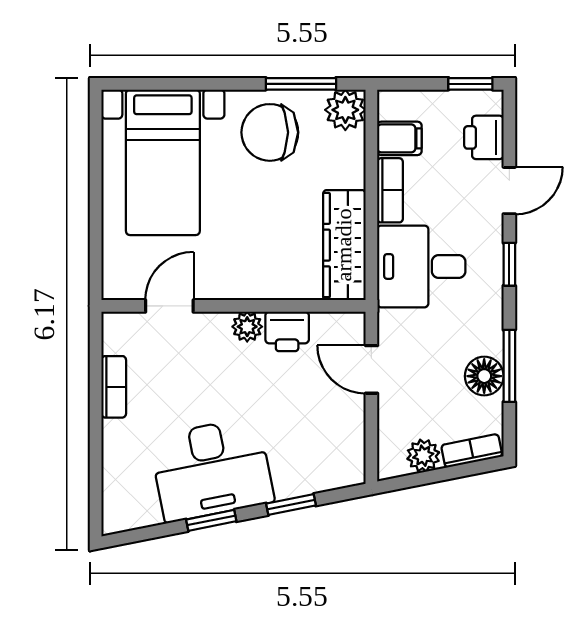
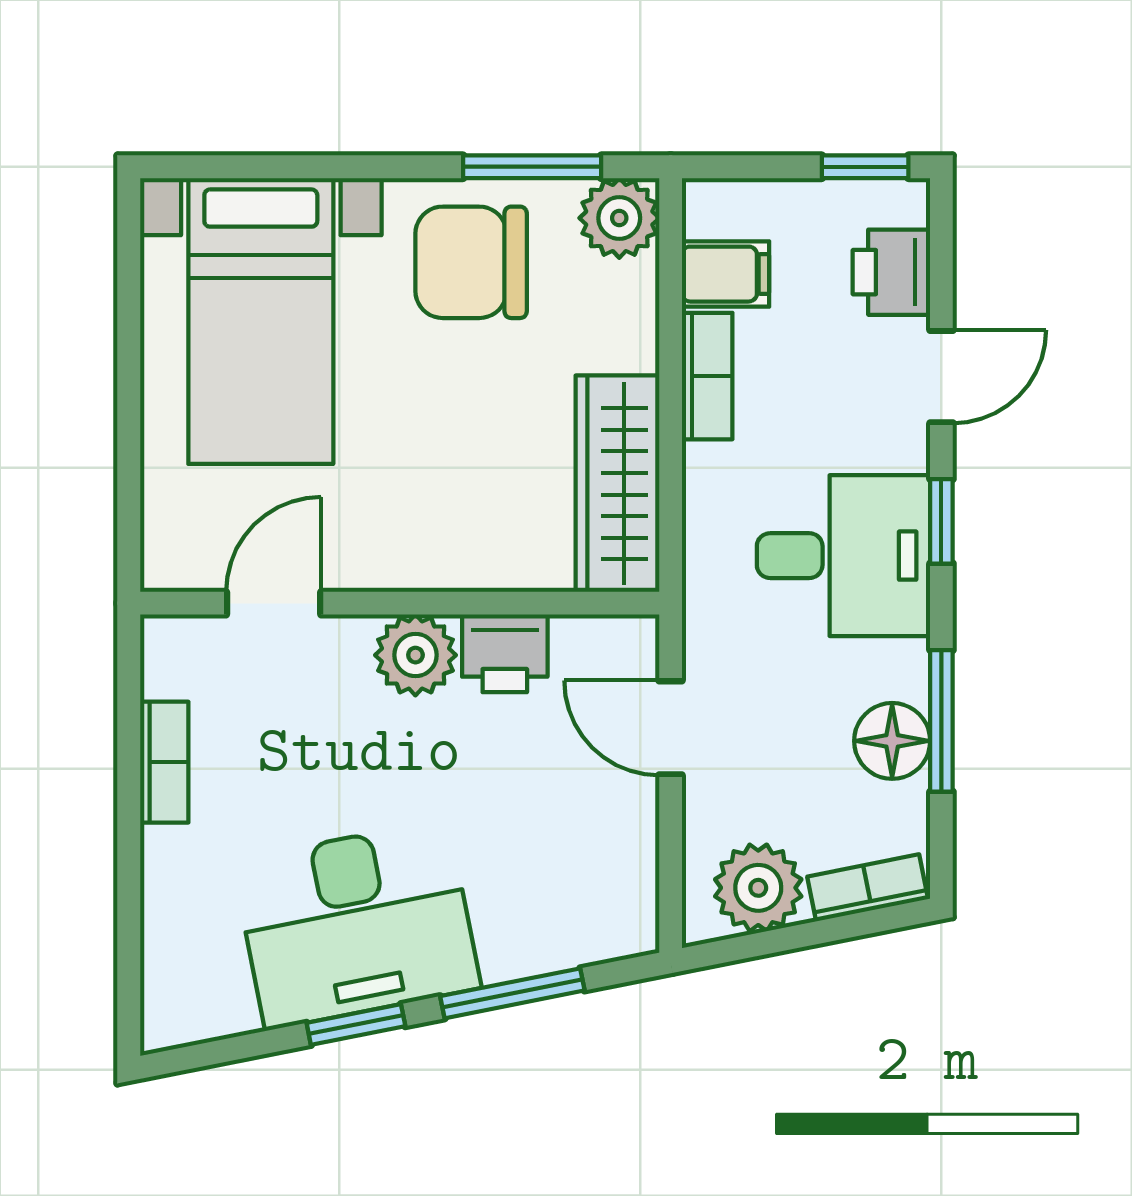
desk: (421, 266) -> (843, 556), moved, turned 180
plant: (247, 327) -> (415, 655), width x1.38, depth x1.38
plant: (423, 456) -> (758, 888), width x1.38, depth x1.38
window: (291, 505) -> (512, 993), width x1.50

